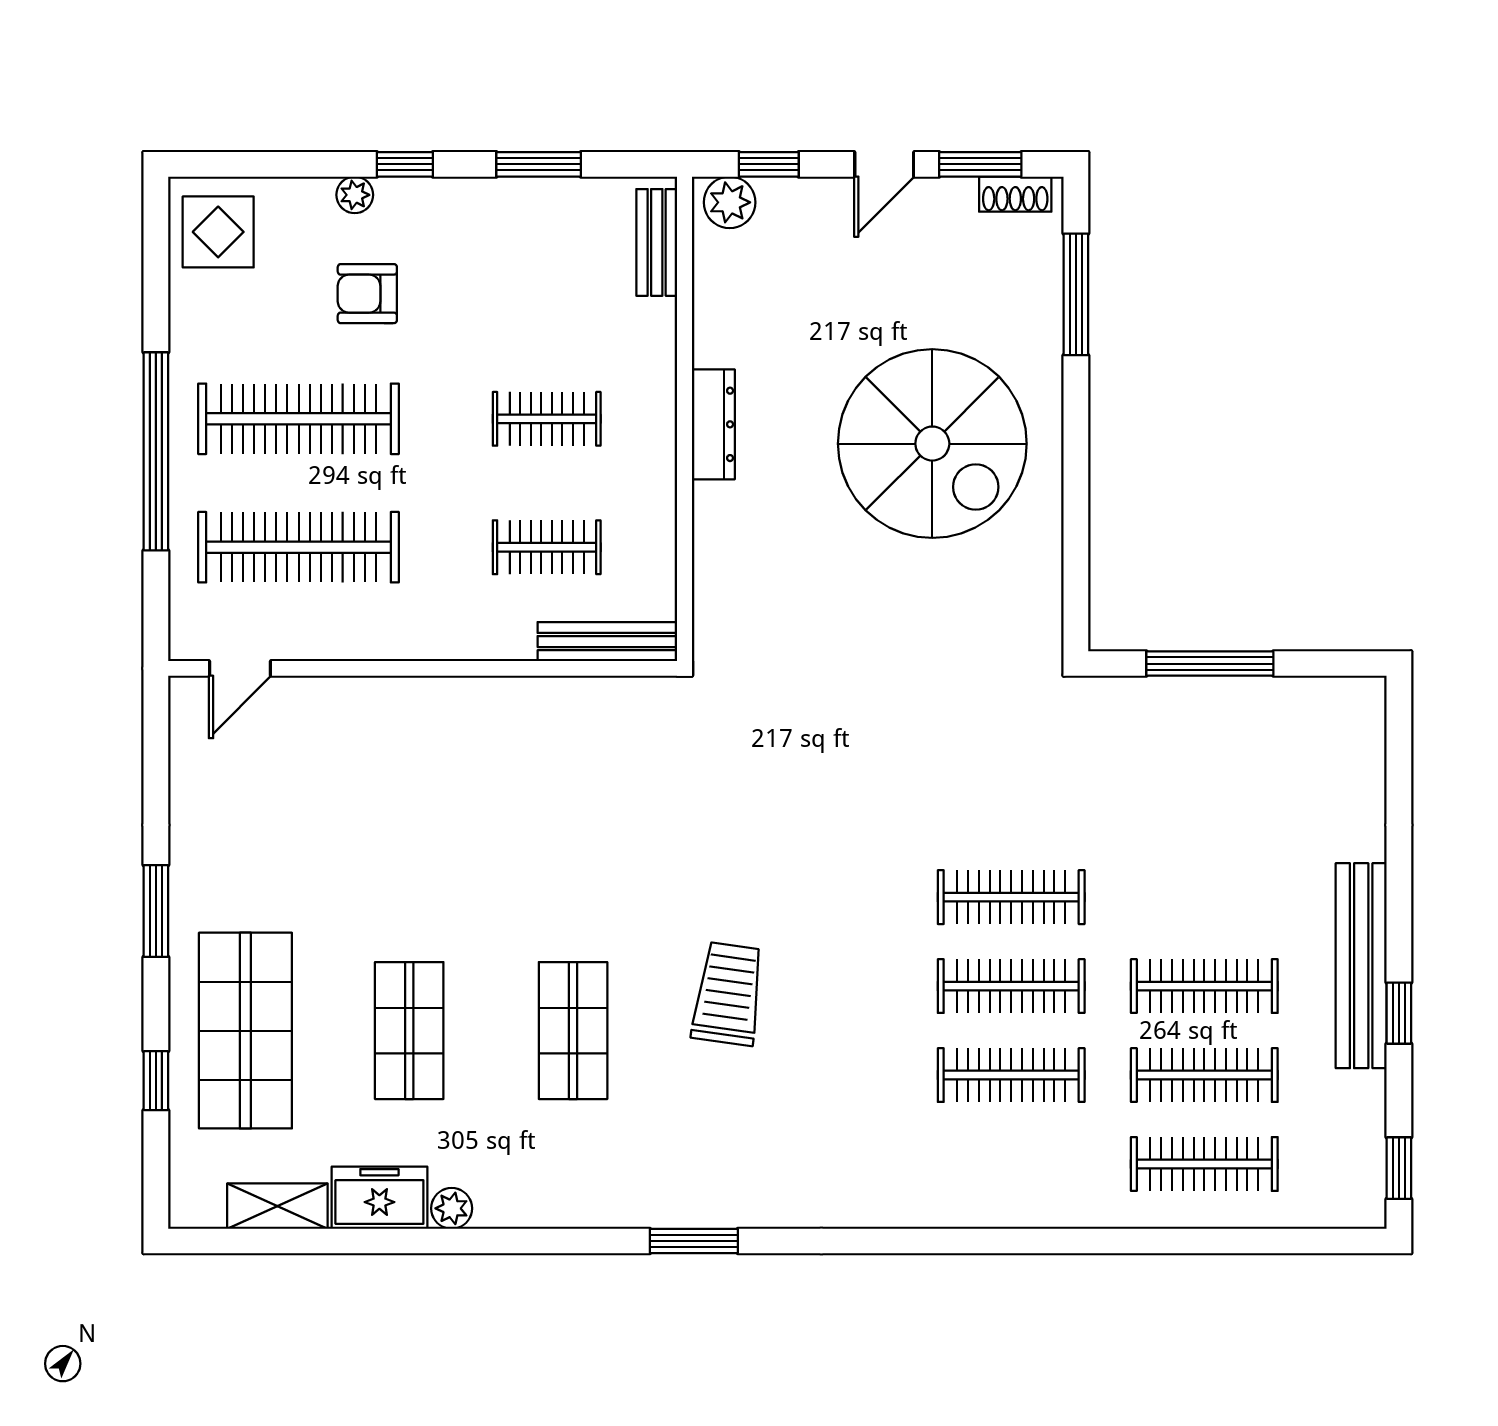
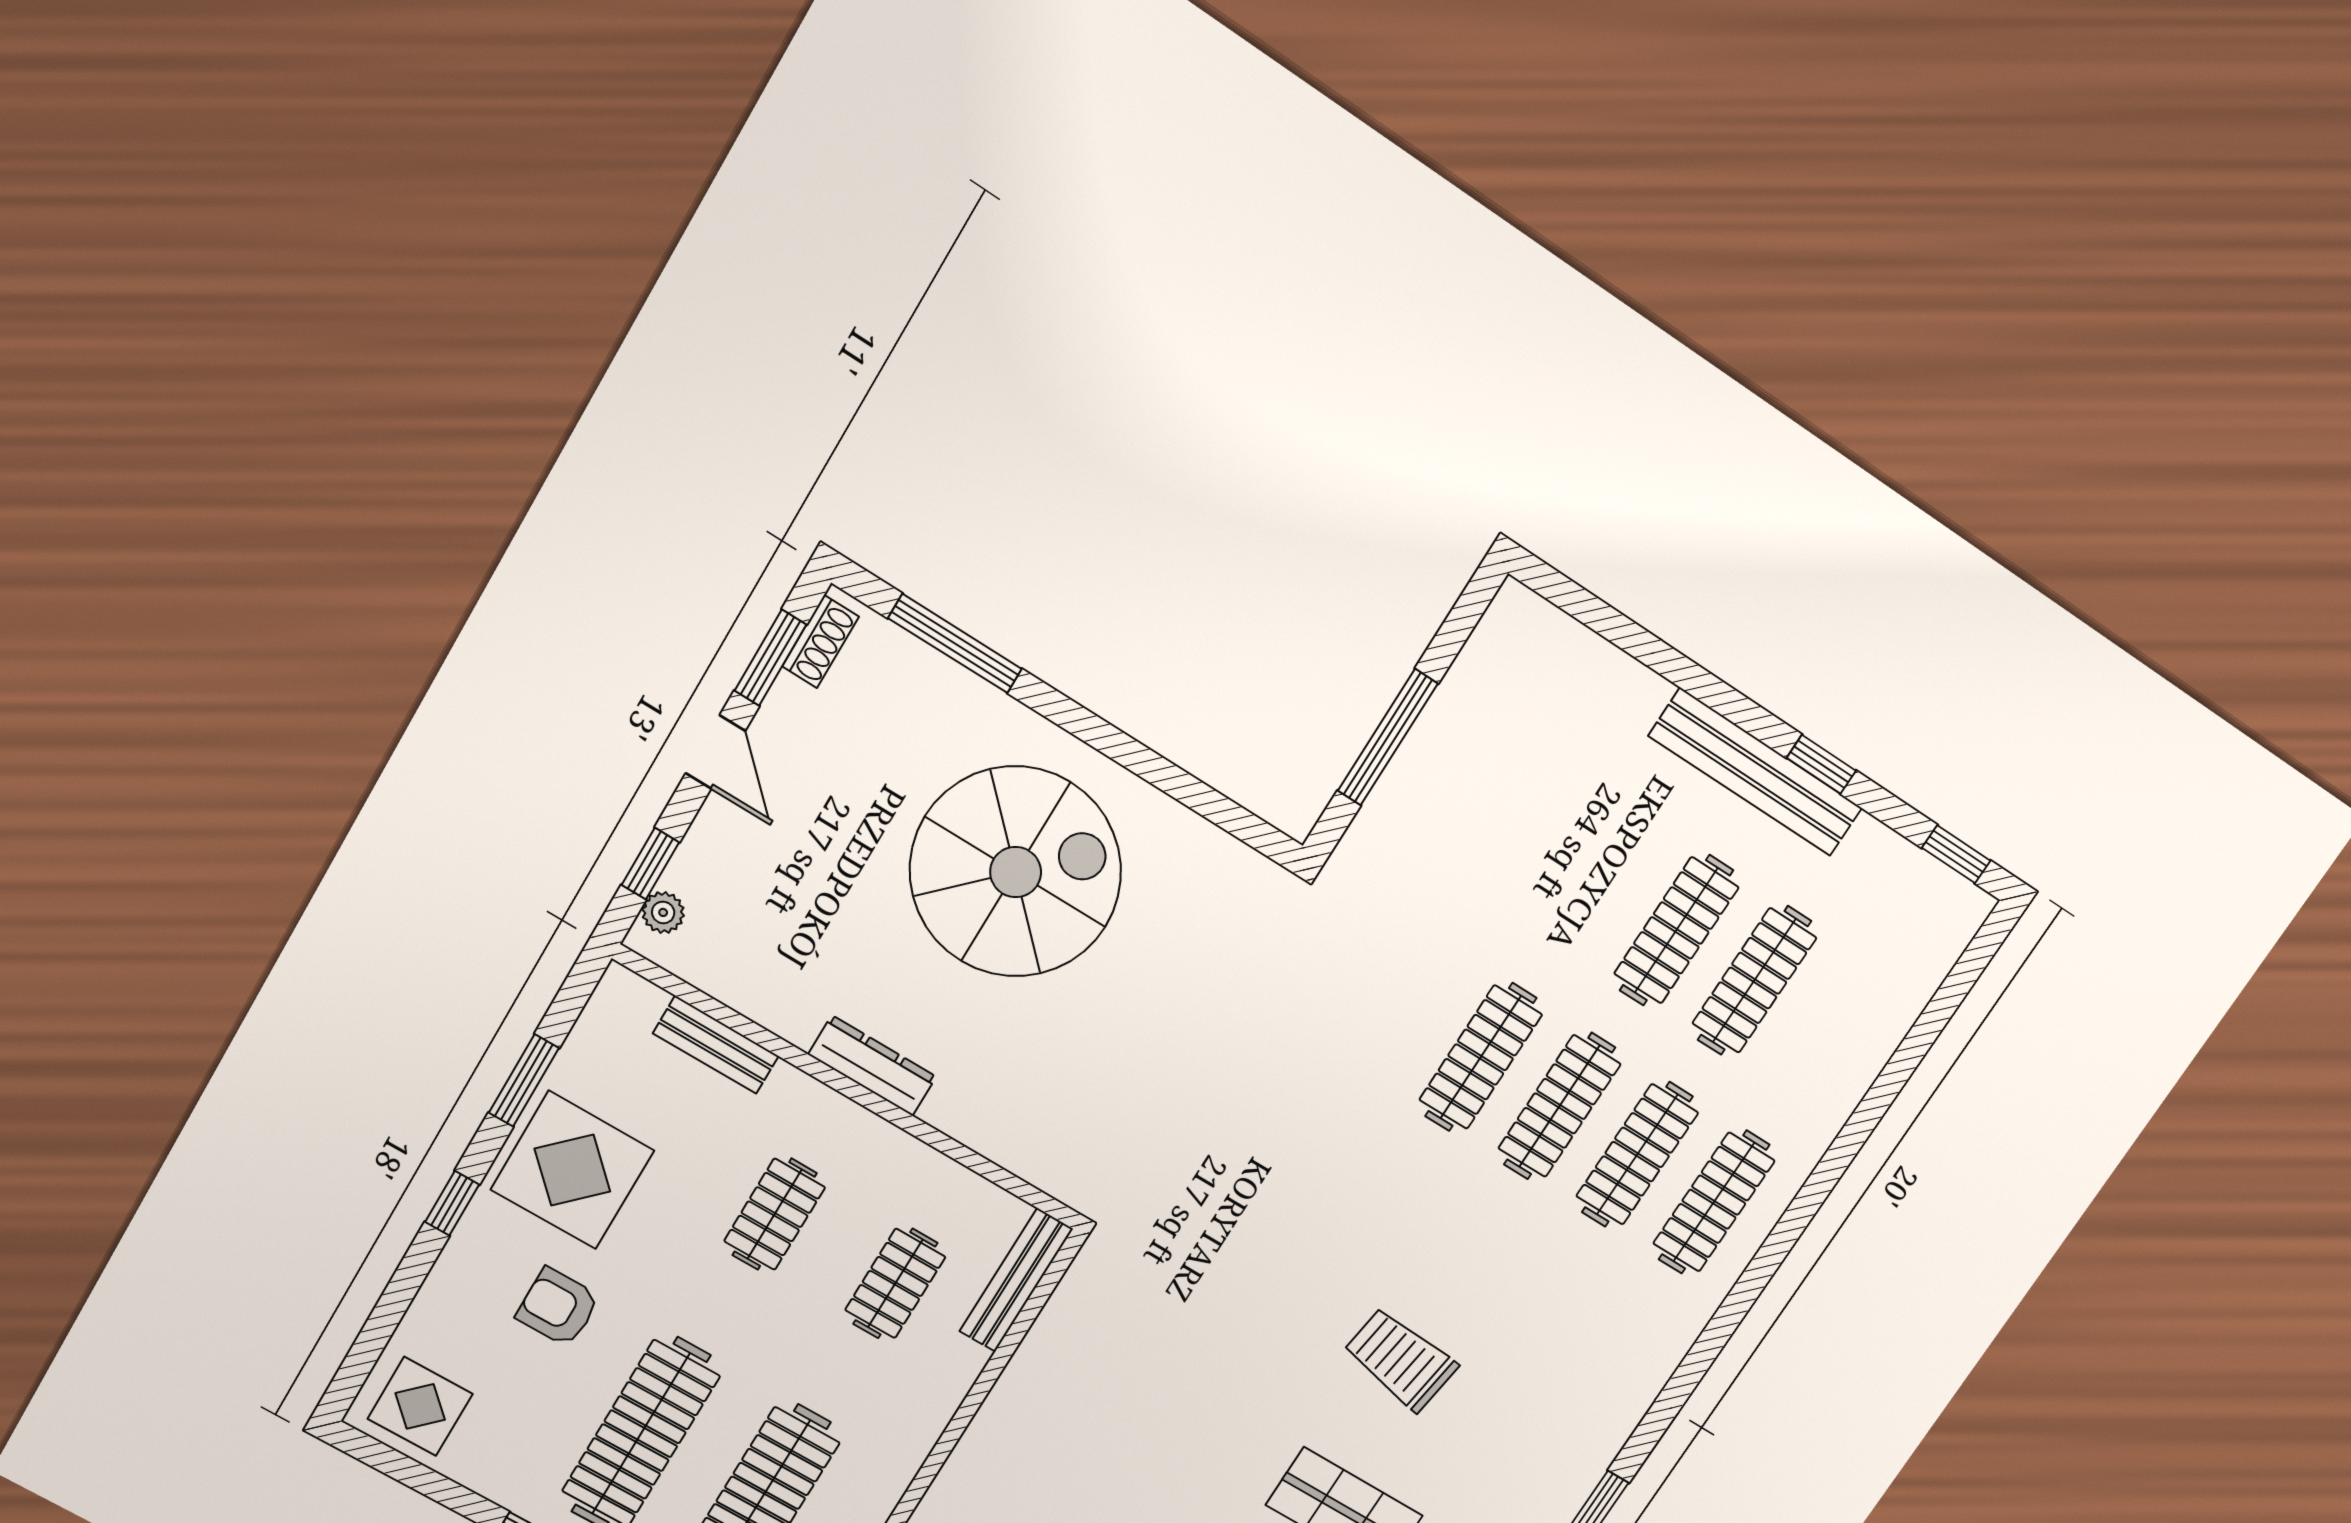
plant: (355, 195) -> (456, 1265), removed
plant: (730, 202) -> (663, 912), width x0.73, depth x0.73
display table: (488, 242) -> (572, 1170), added
bench: (657, 242) -> (716, 1045), moved
armchair: (367, 294) -> (558, 1307), turned 90
clothes rail: (1204, 1164) -> (1714, 1202), moved

